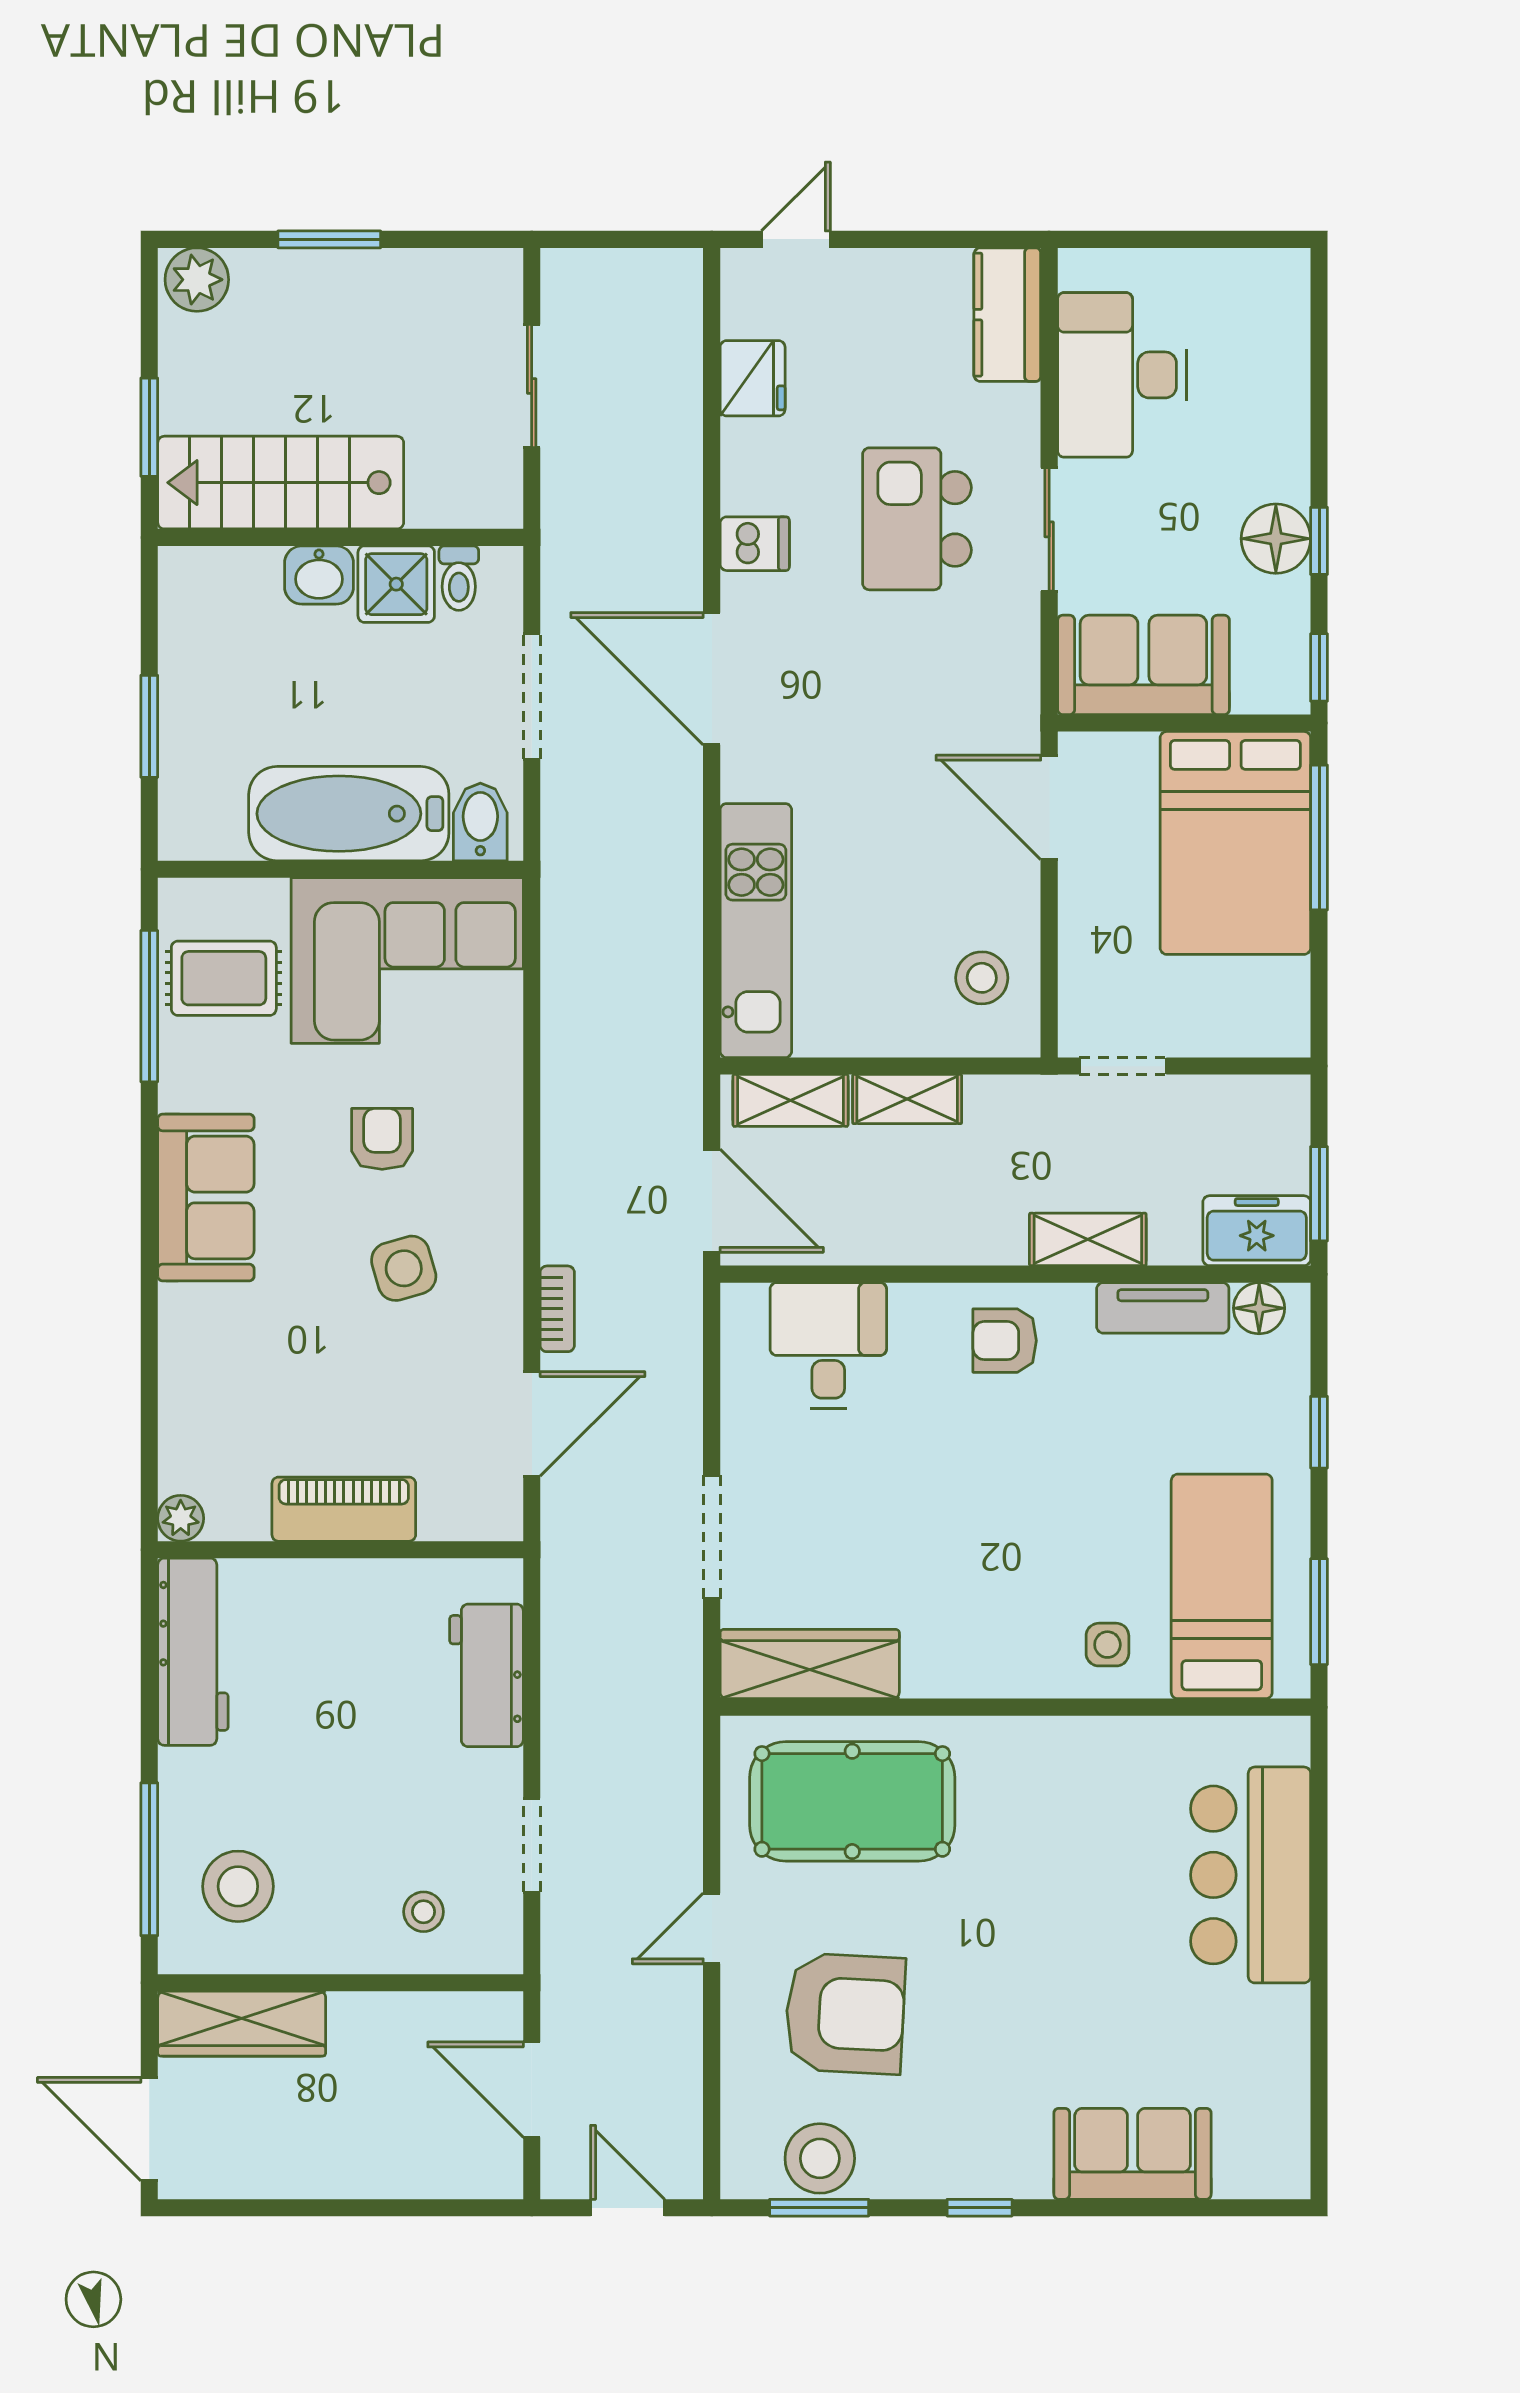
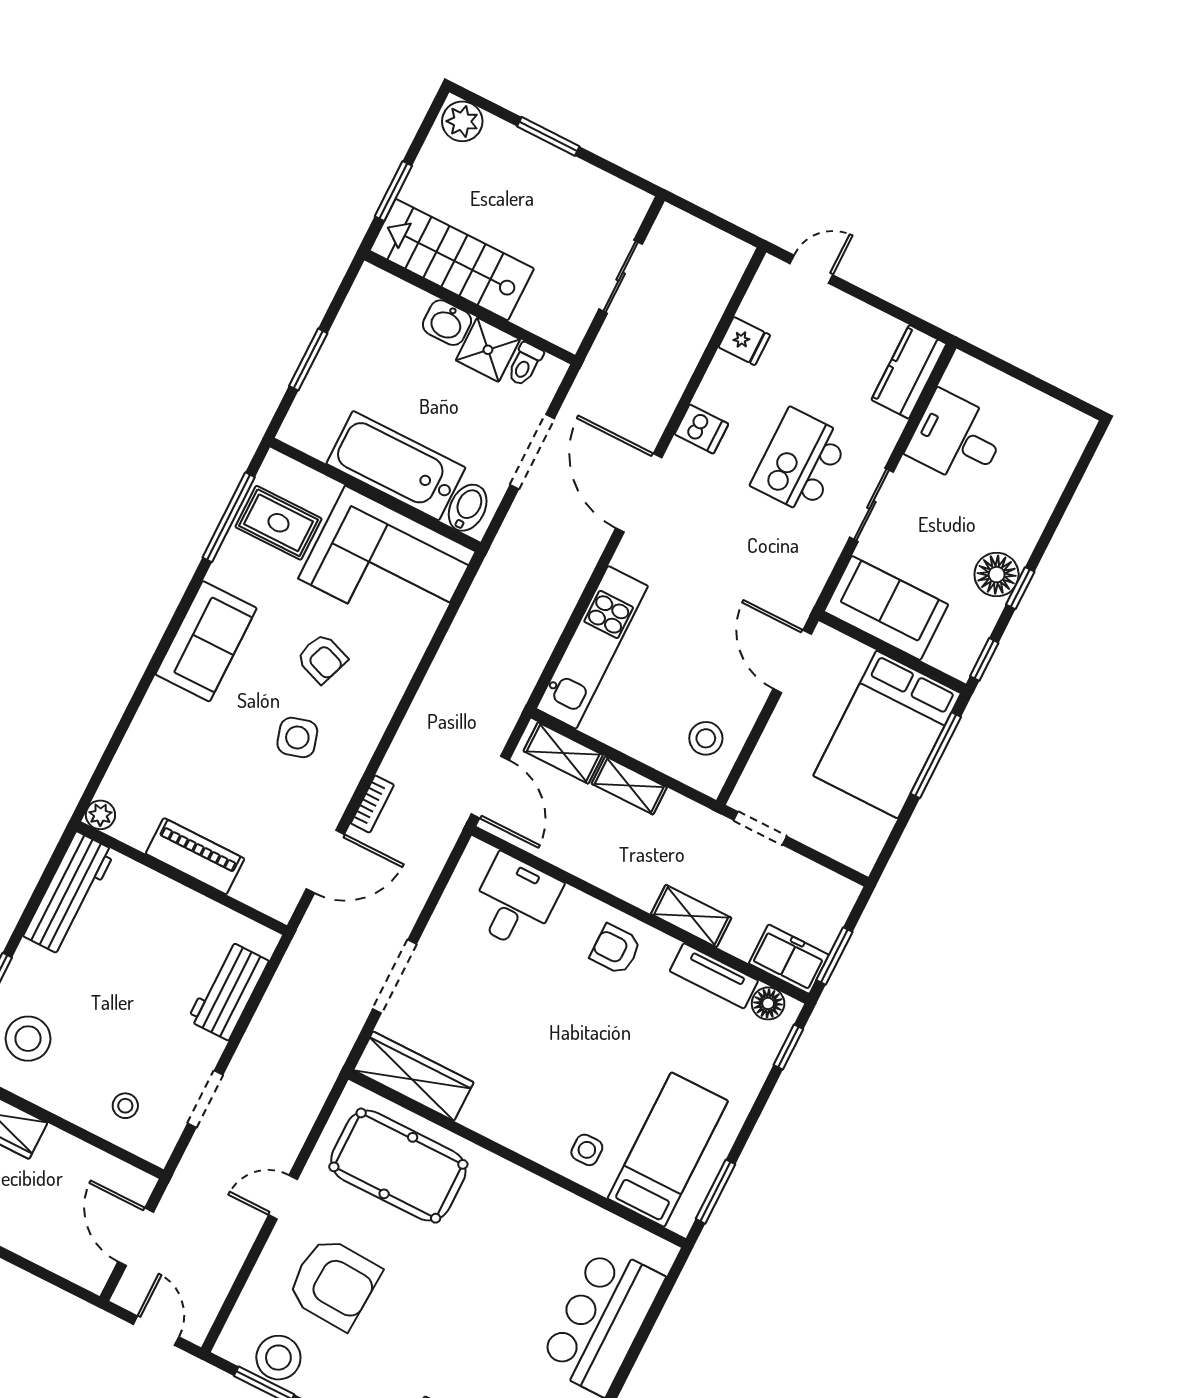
desk: (1122, 375) -> (957, 439), width x0.73
fridge: (753, 378) -> (744, 341), width x0.72
armchair: (382, 1139) -> (322, 658), turned 110
window: (1319, 1432) -> (788, 1047), moved

